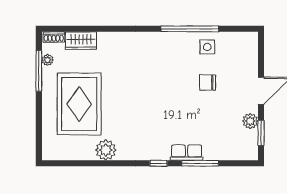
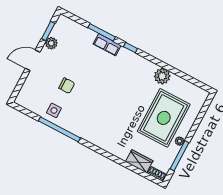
plant: (48, 60) -> (180, 141), moved

